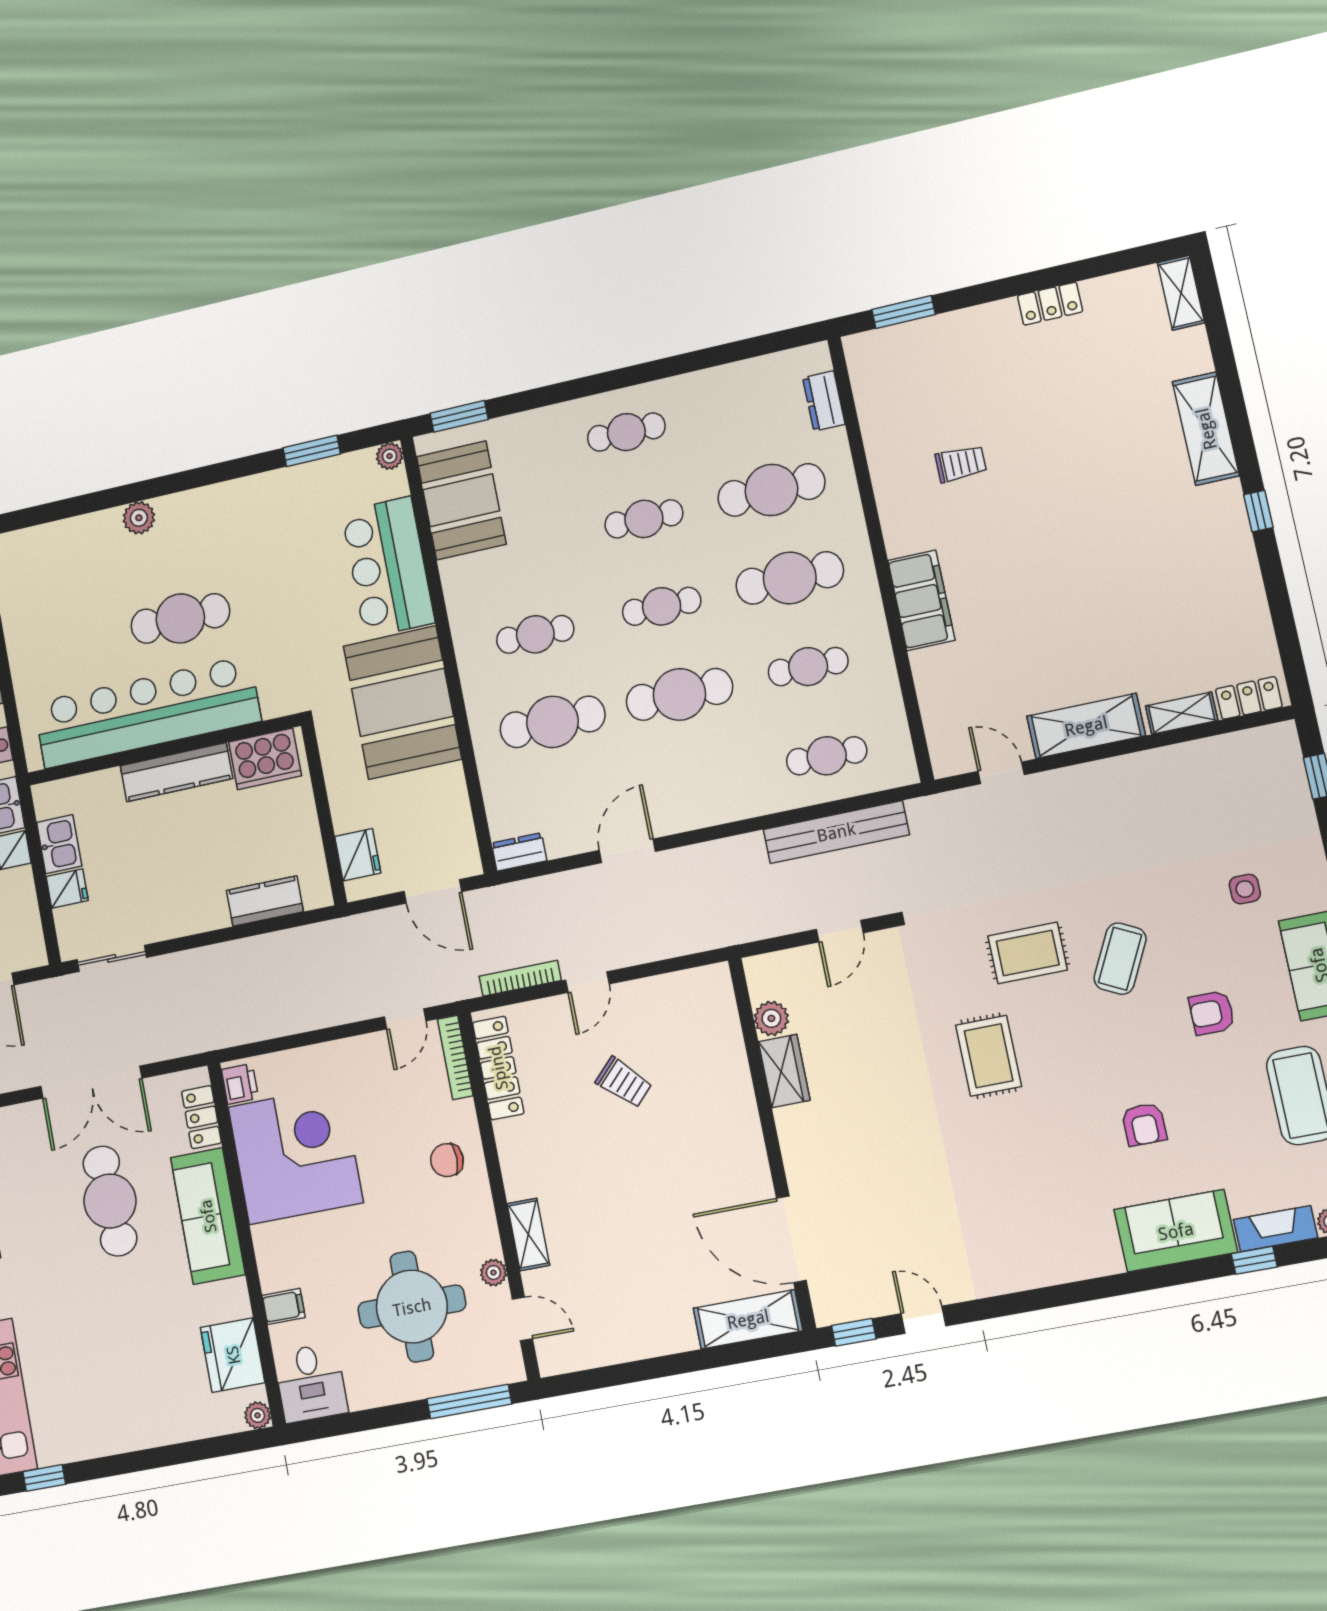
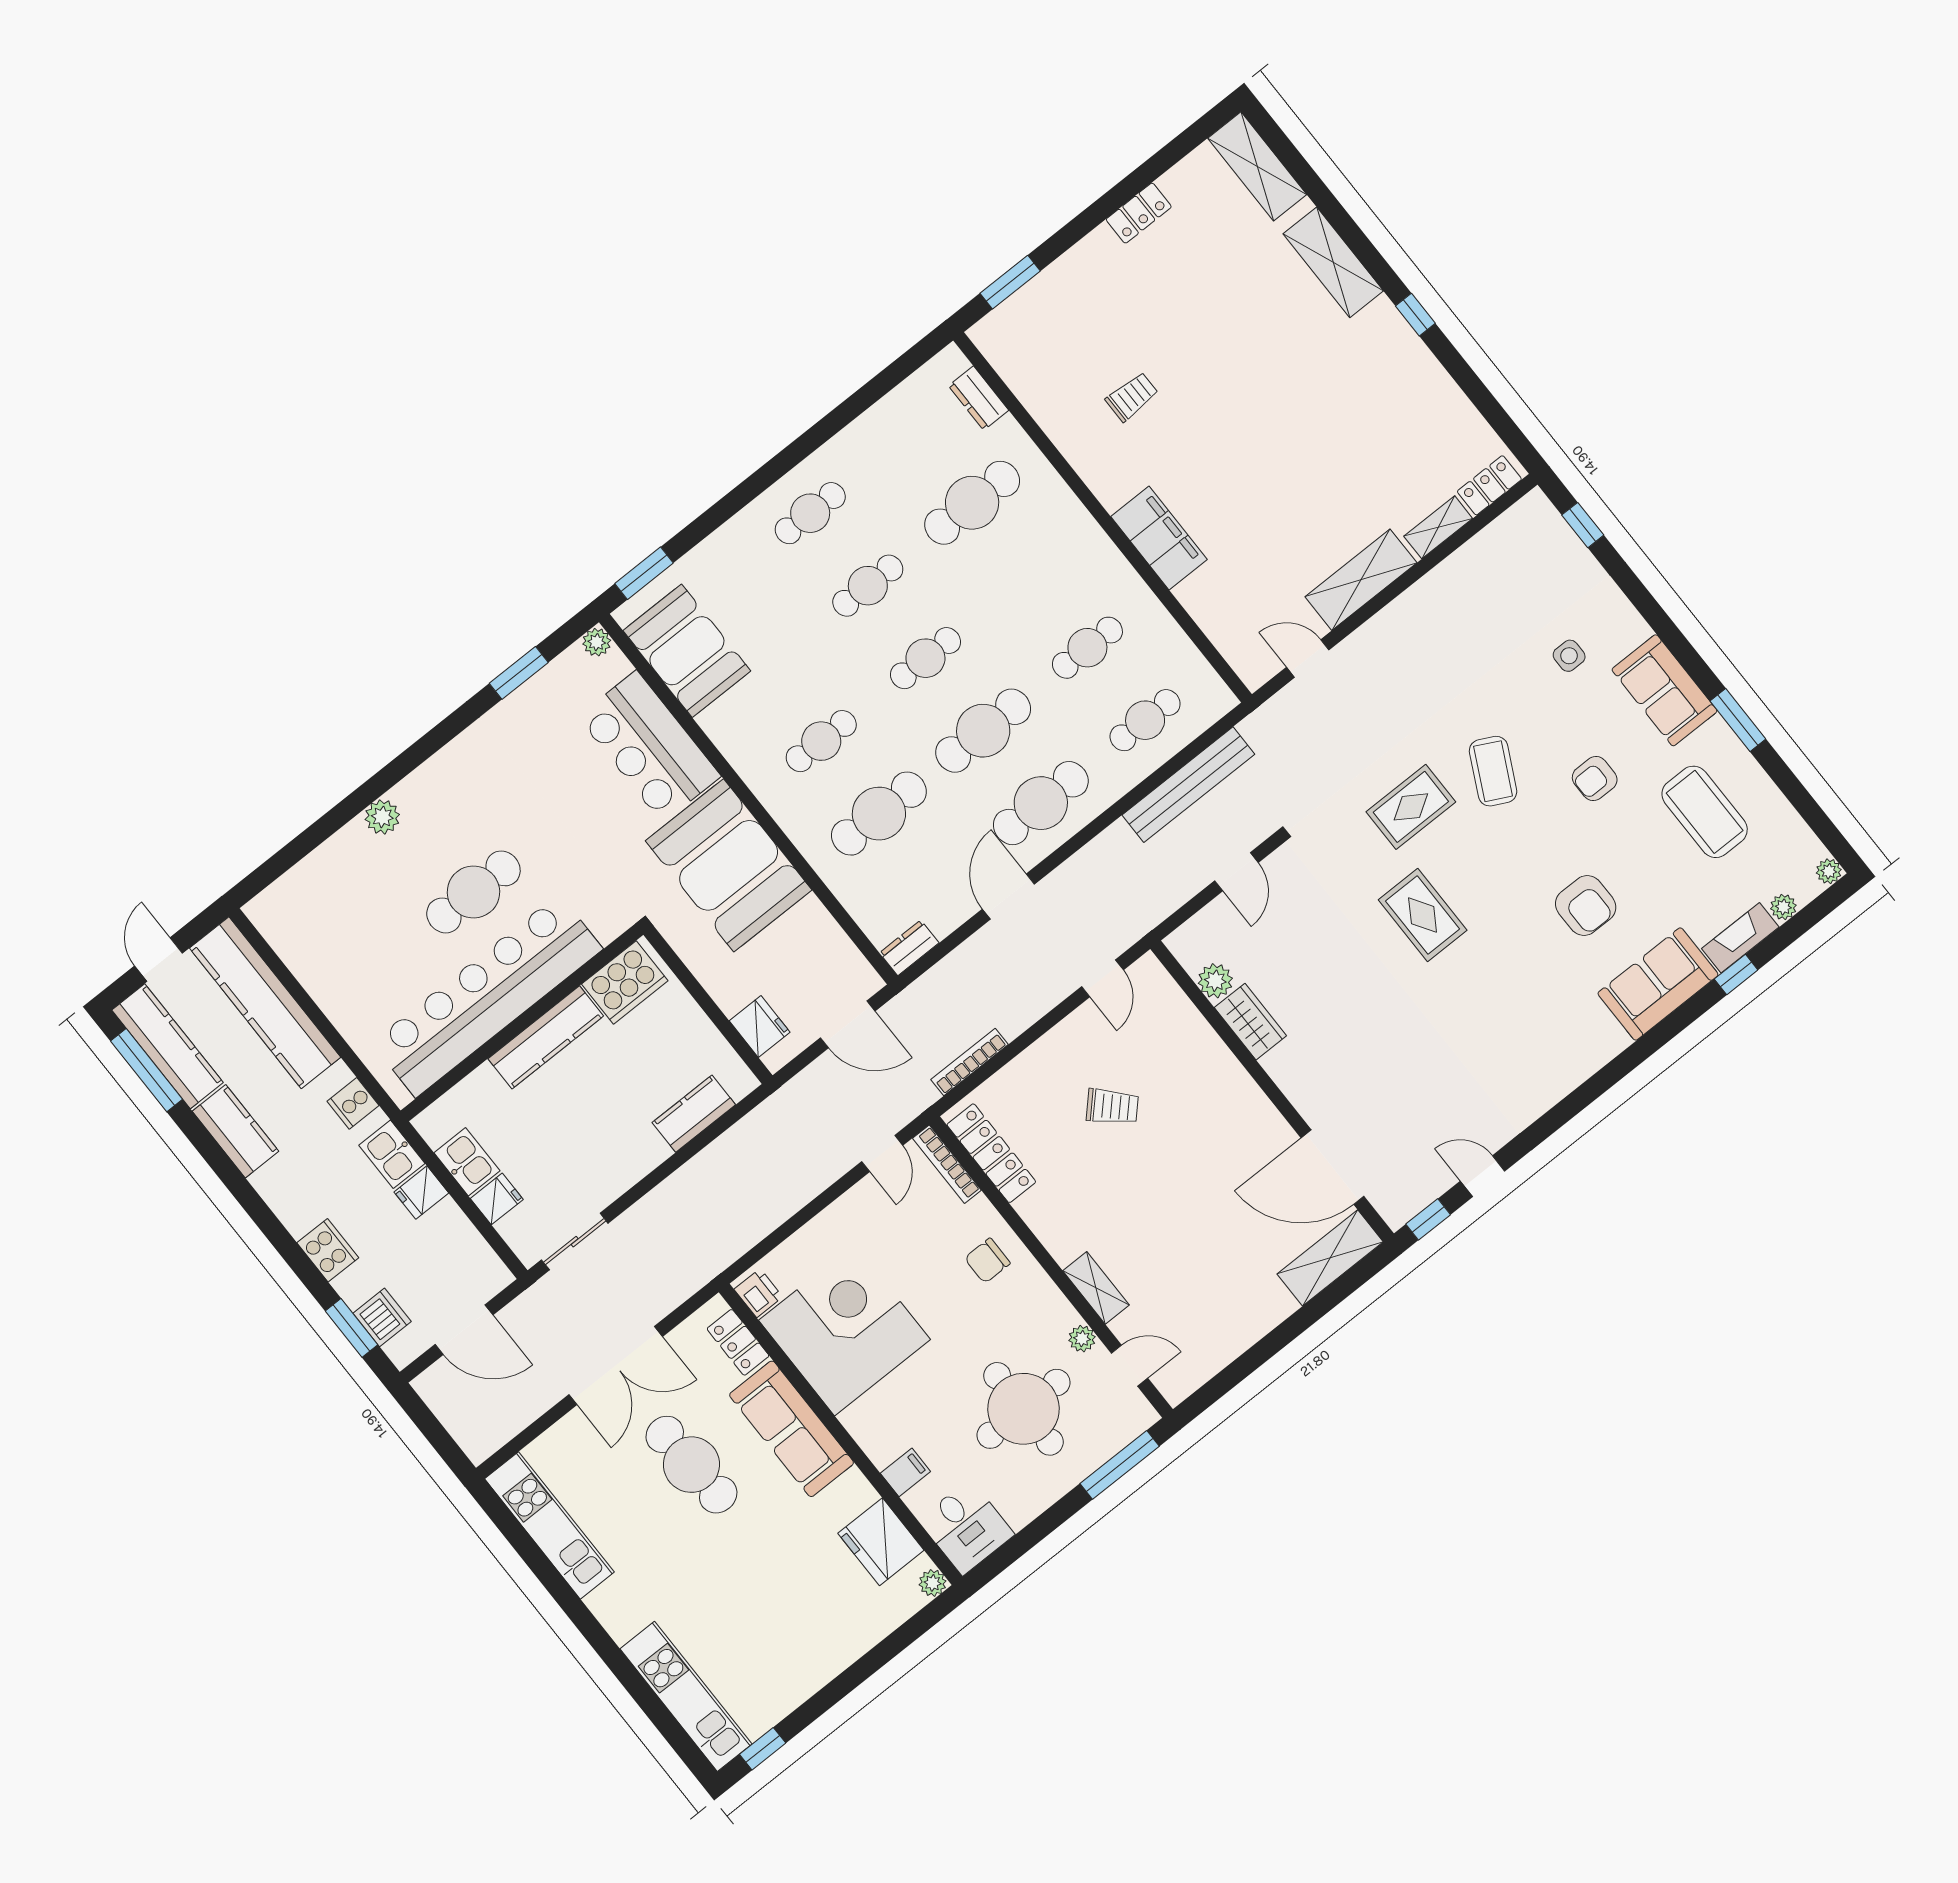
shelving: (1181, 293) -> (1257, 166), width x1.50, depth x1.33
cafe table: (790, 578) -> (1041, 803), moved
door: (587, 982) -> (1102, 978), moved
armchair: (1144, 1124) -> (1586, 906), width x1.38, depth x1.38

